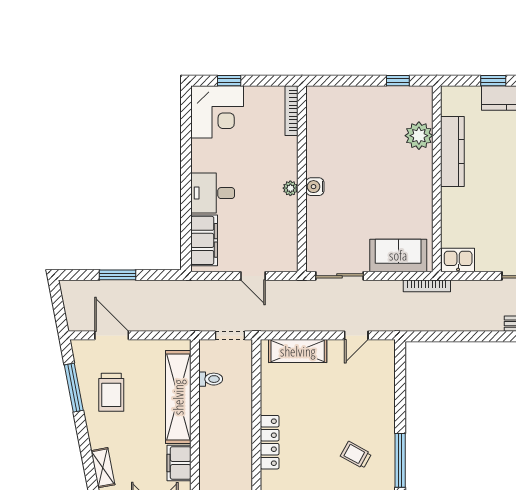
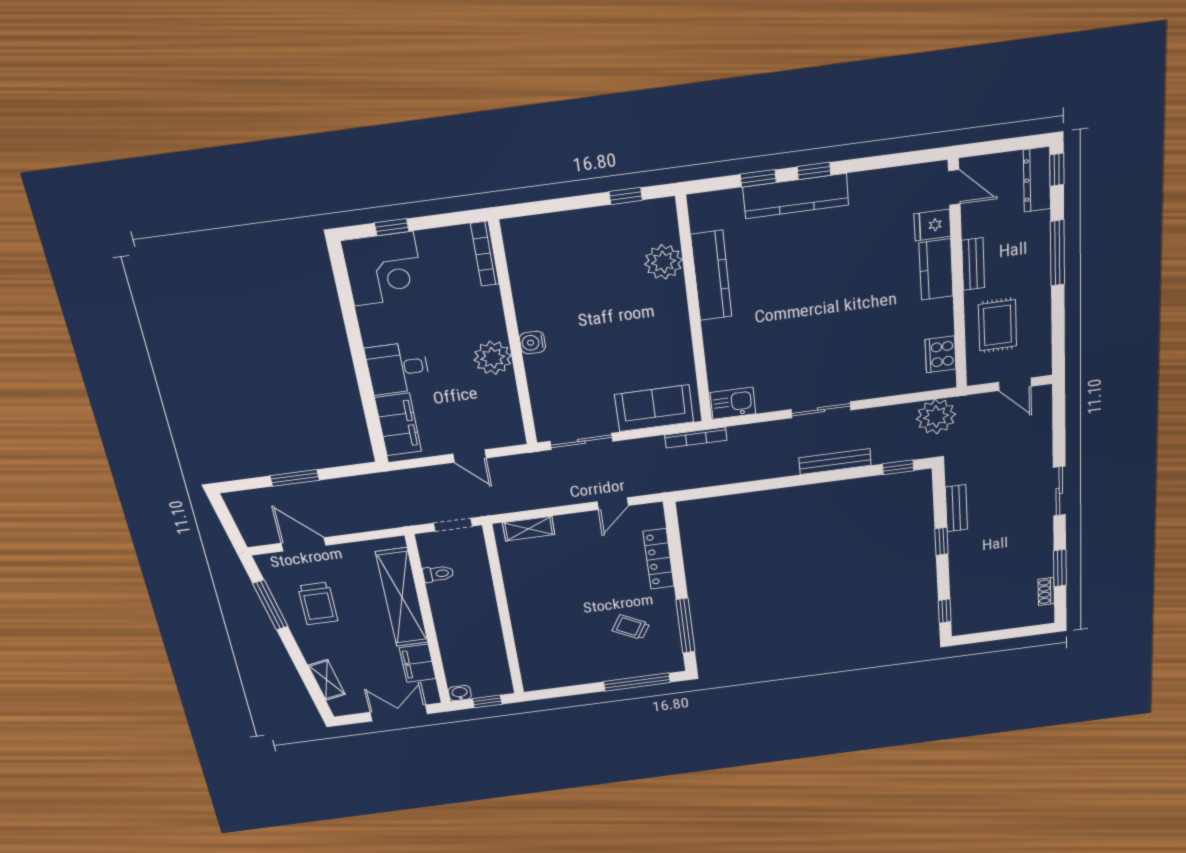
plant: (290, 188) -> (493, 358), width x1.88, depth x1.88
shelving: (298, 351) -> (529, 529), width x0.67, depth x0.75
locker: (270, 442) -> (659, 559), moved, turned 180

